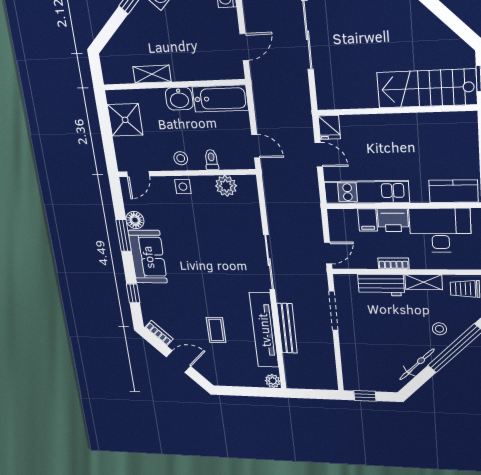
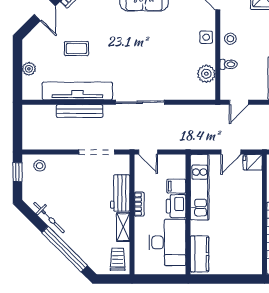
stool: (439, 329) -> (40, 166), moved
plant: (273, 381) -> (29, 69), moved

